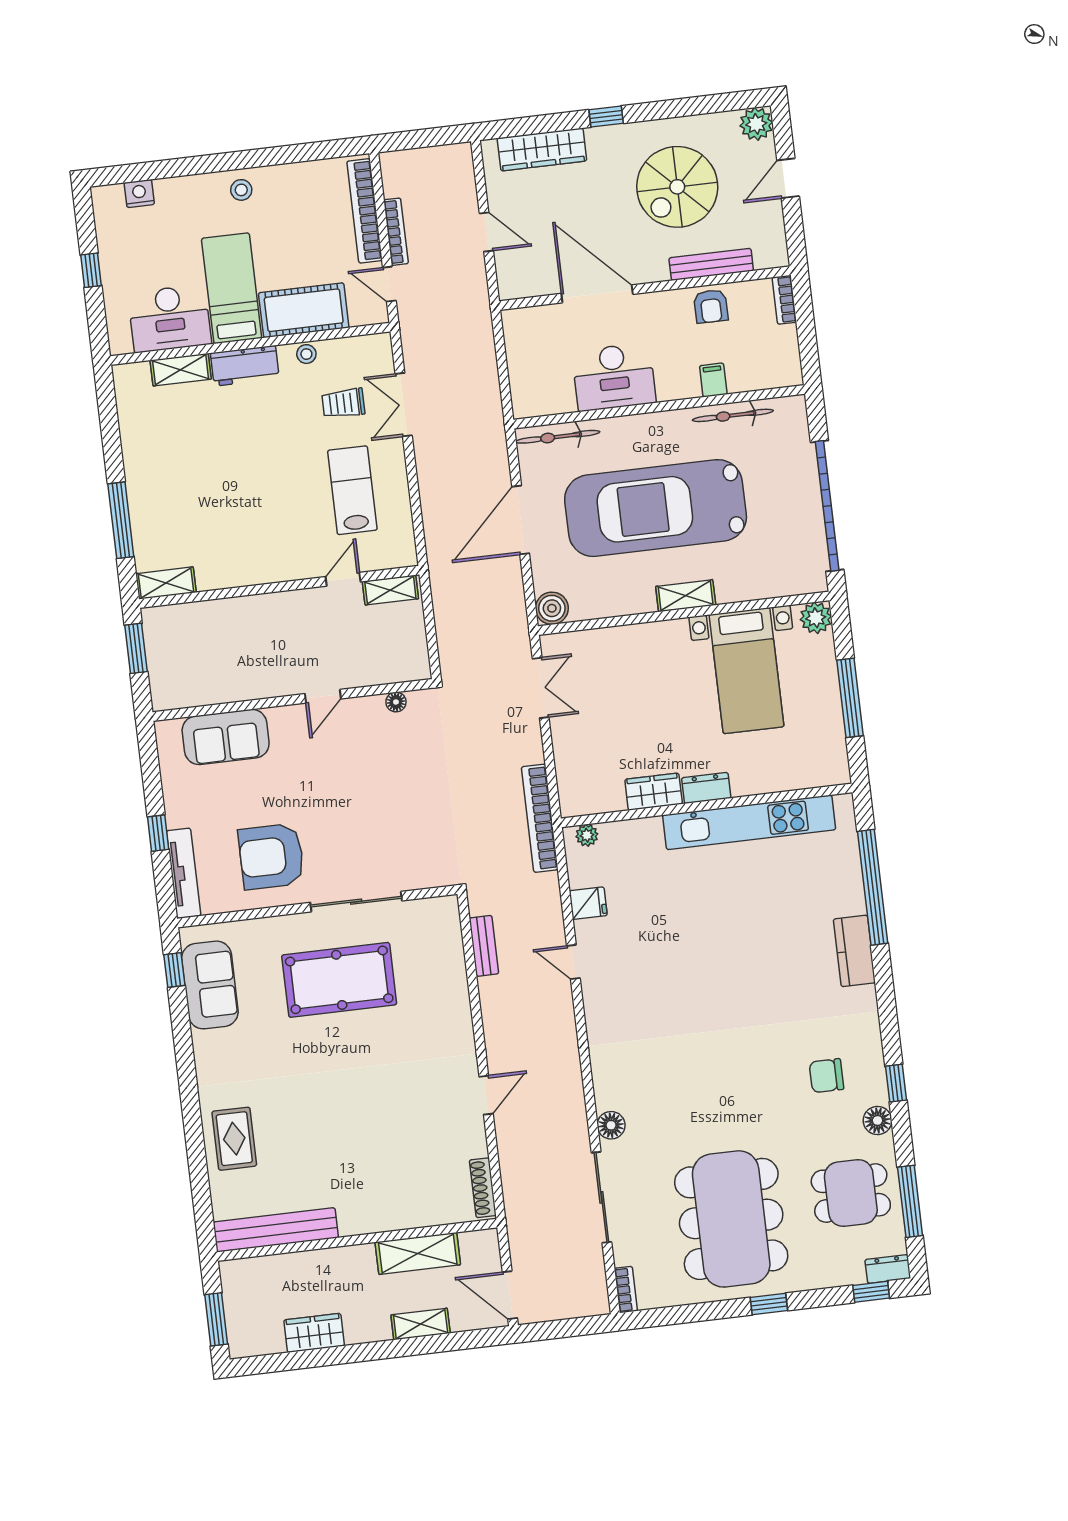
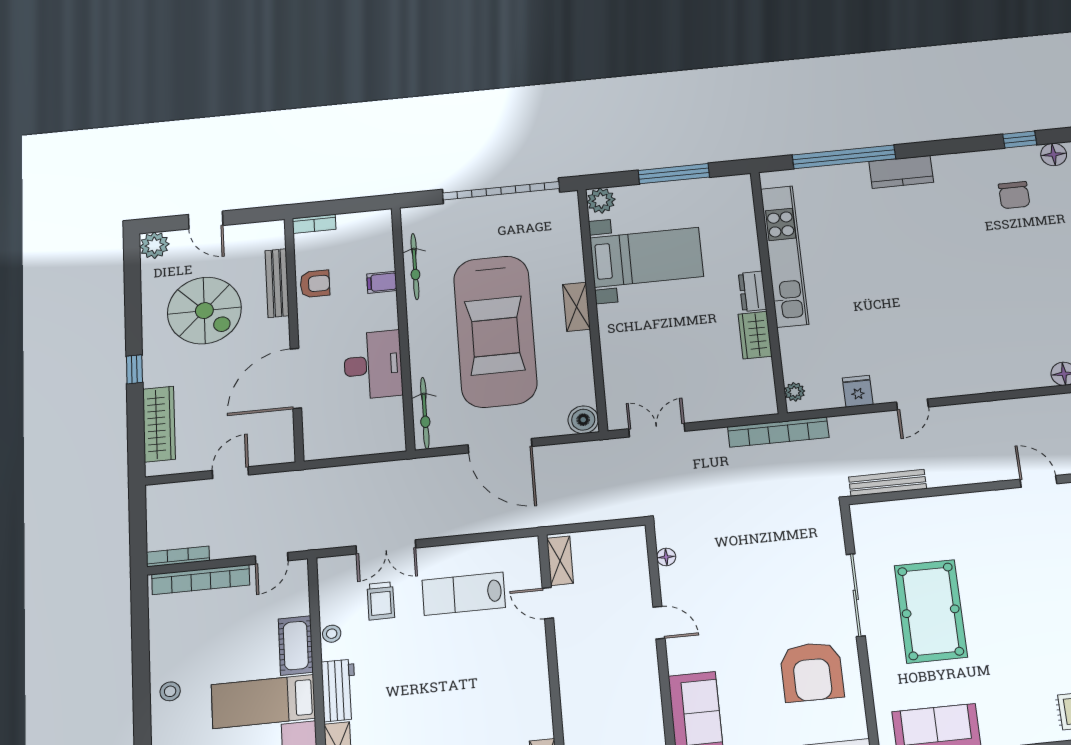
bookcase: (396, 232) -> (178, 556), moved
cot: (304, 310) -> (296, 646), width x0.73, depth x0.75
bench: (484, 946) -> (888, 483), width x1.36

